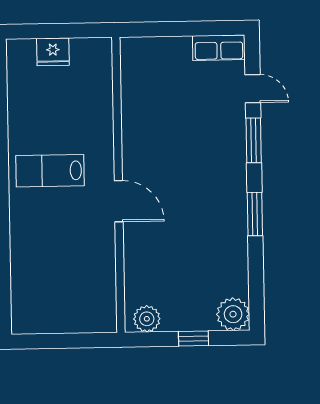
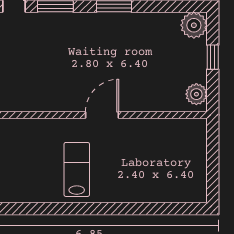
lab bench: (50, 171) -> (77, 169), turned 180

